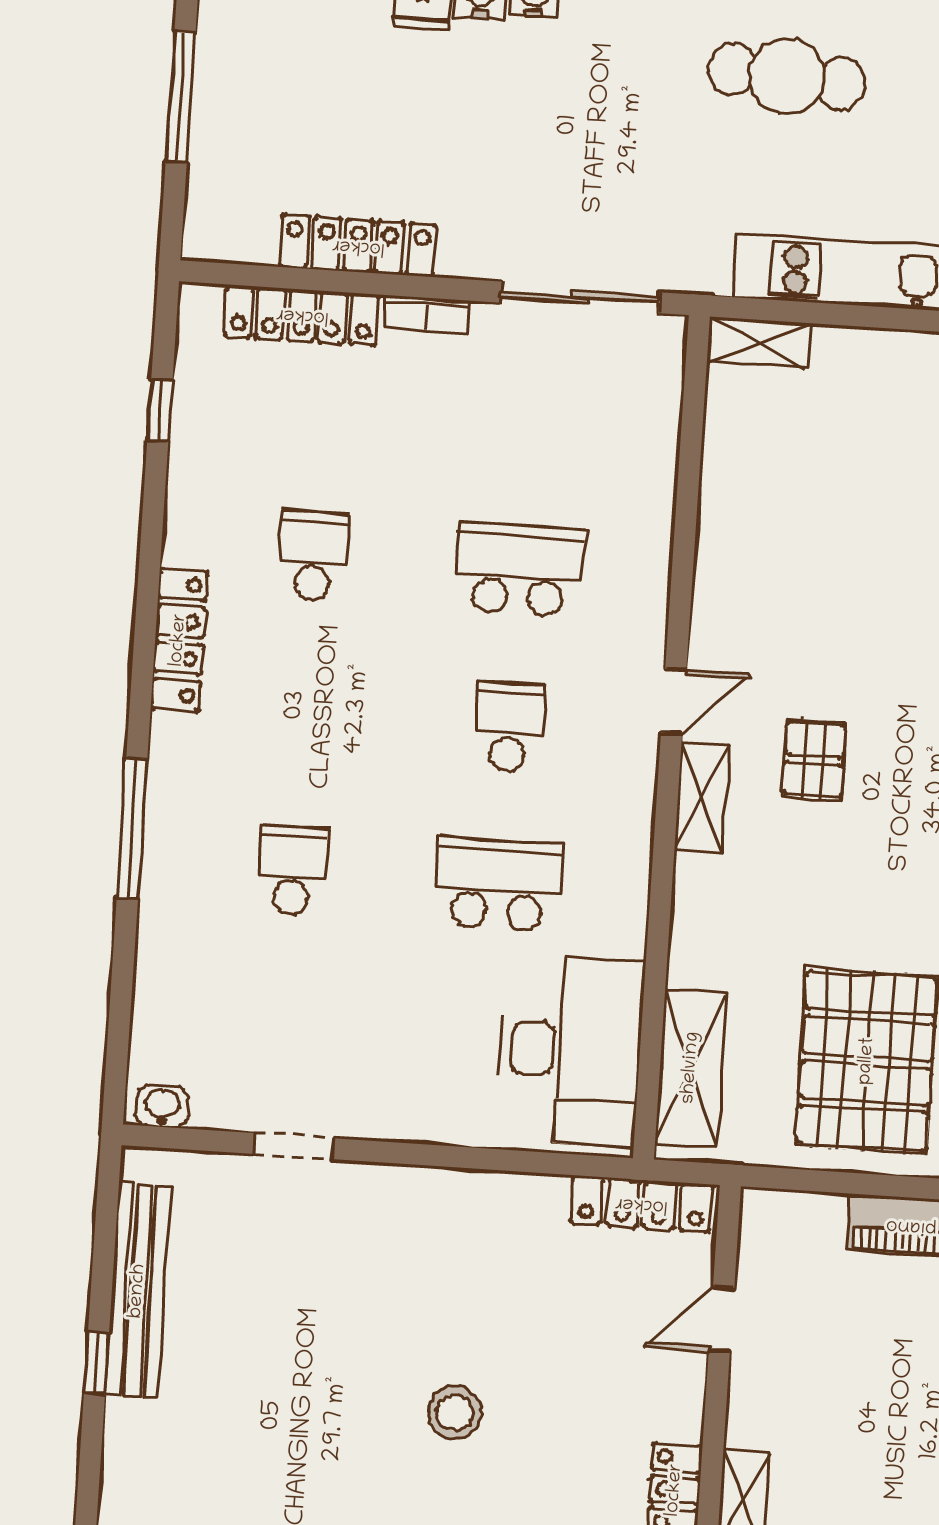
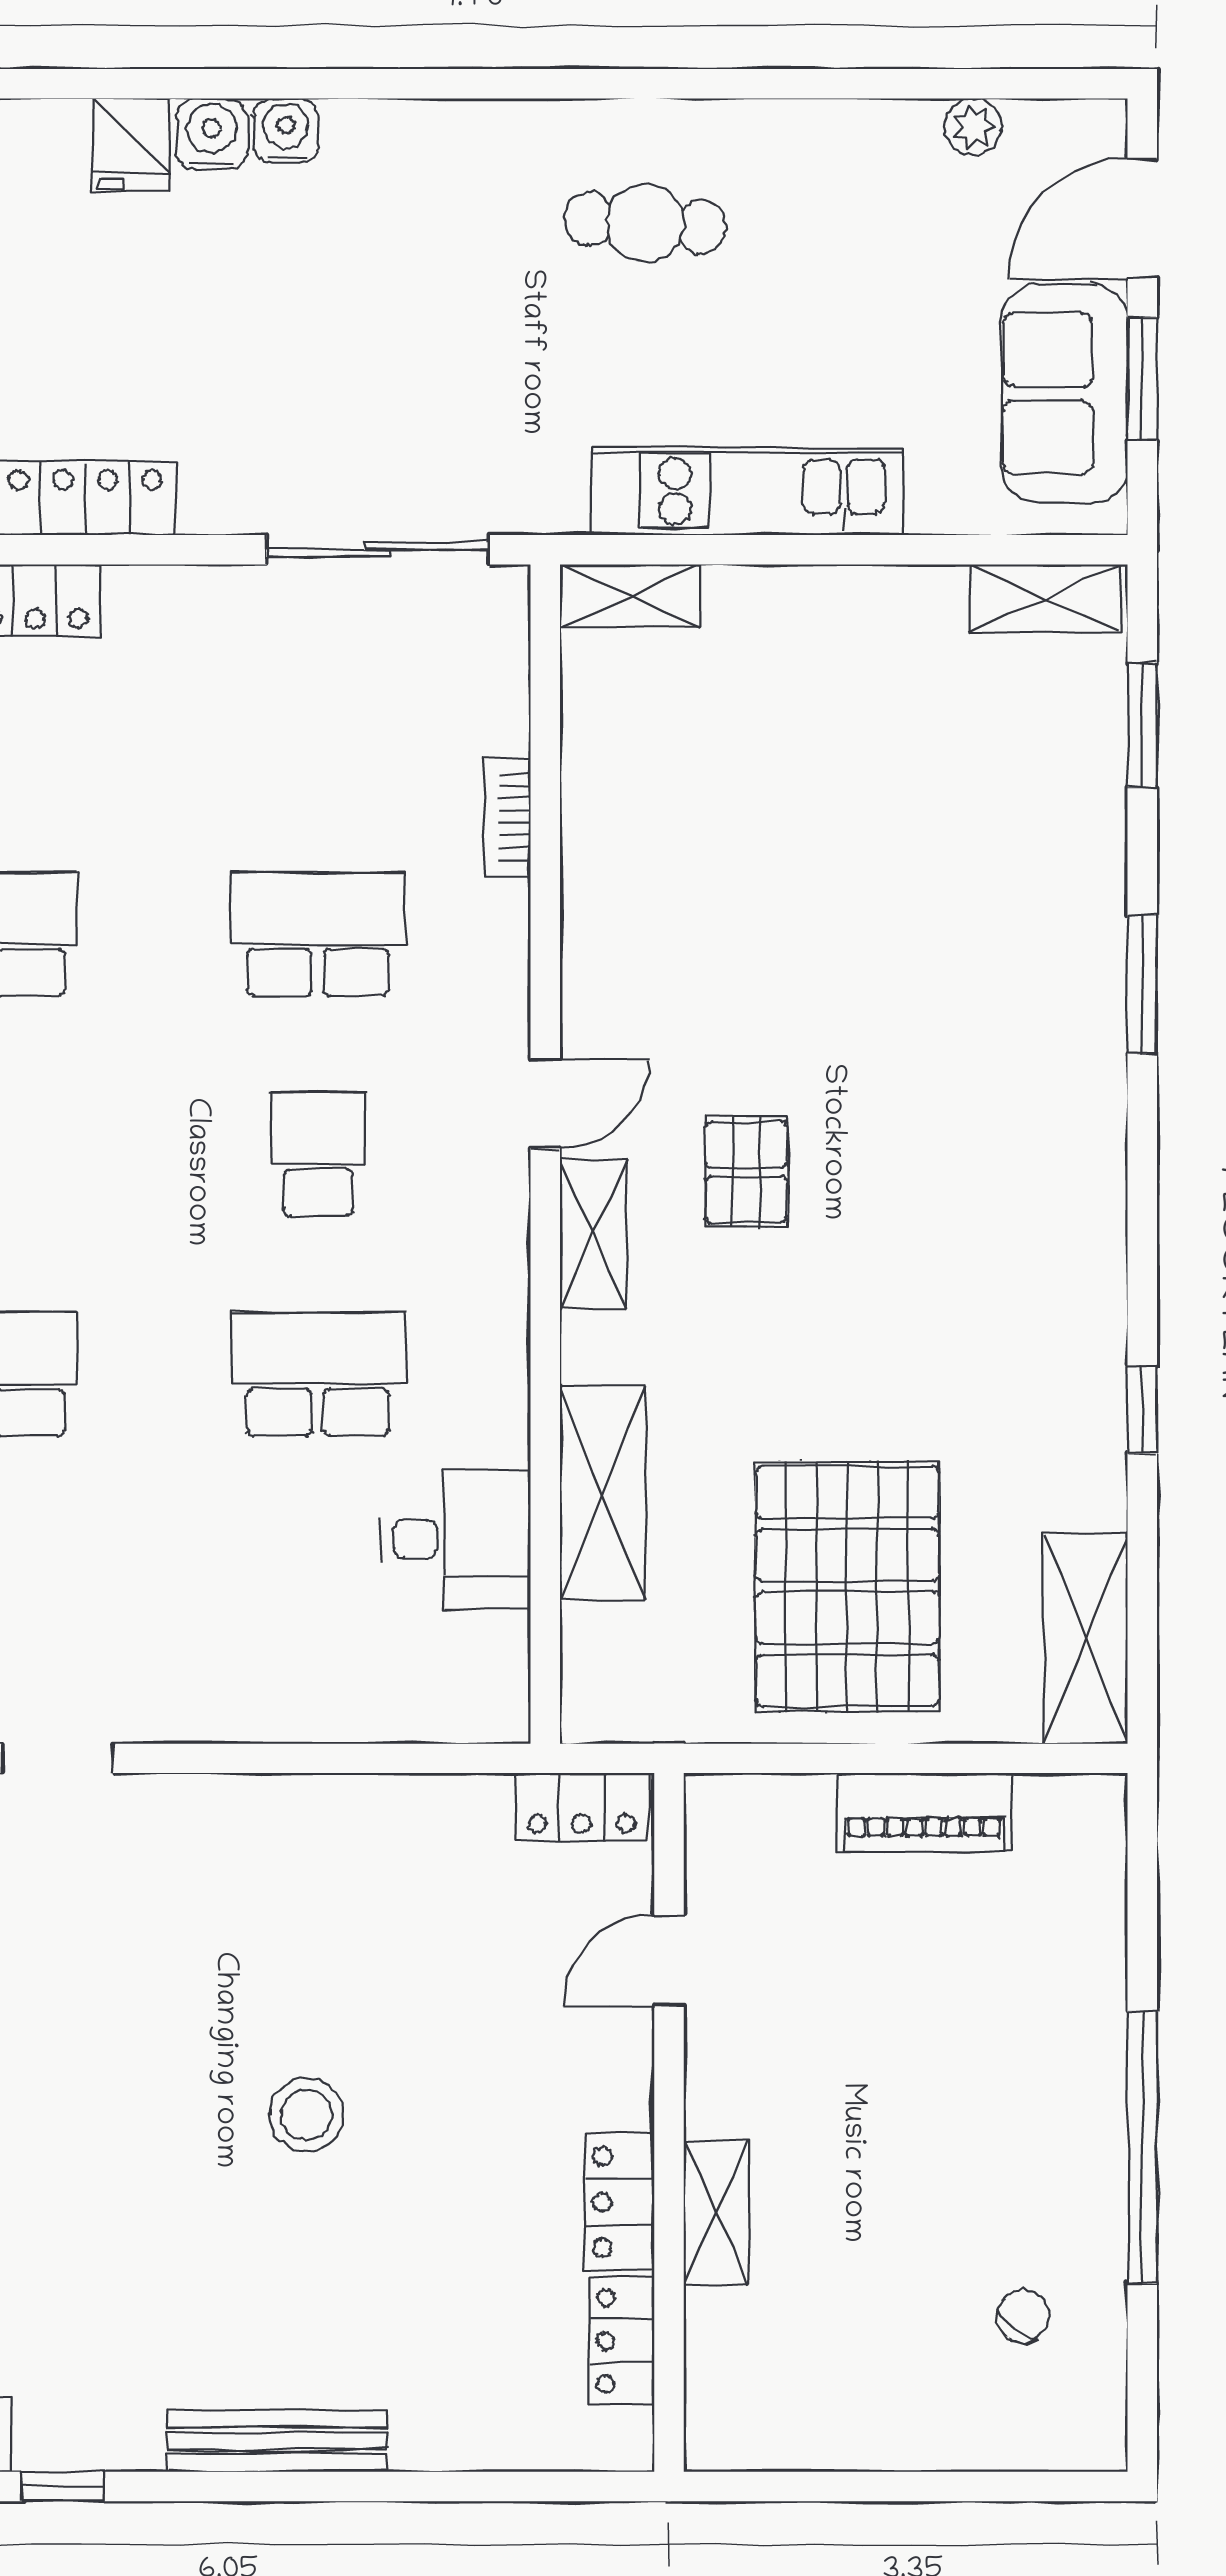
cafe table: (787, 76) -> (645, 223), width x0.73, depth x0.74
bookcase: (426, 314) -> (507, 817), moved, turned 90
desk: (570, 1051) -> (456, 1539), width x0.53, depth x0.77
shelving: (691, 1068) -> (603, 1492), moved
locker: (641, 1204) -> (582, 1807), width x0.66

